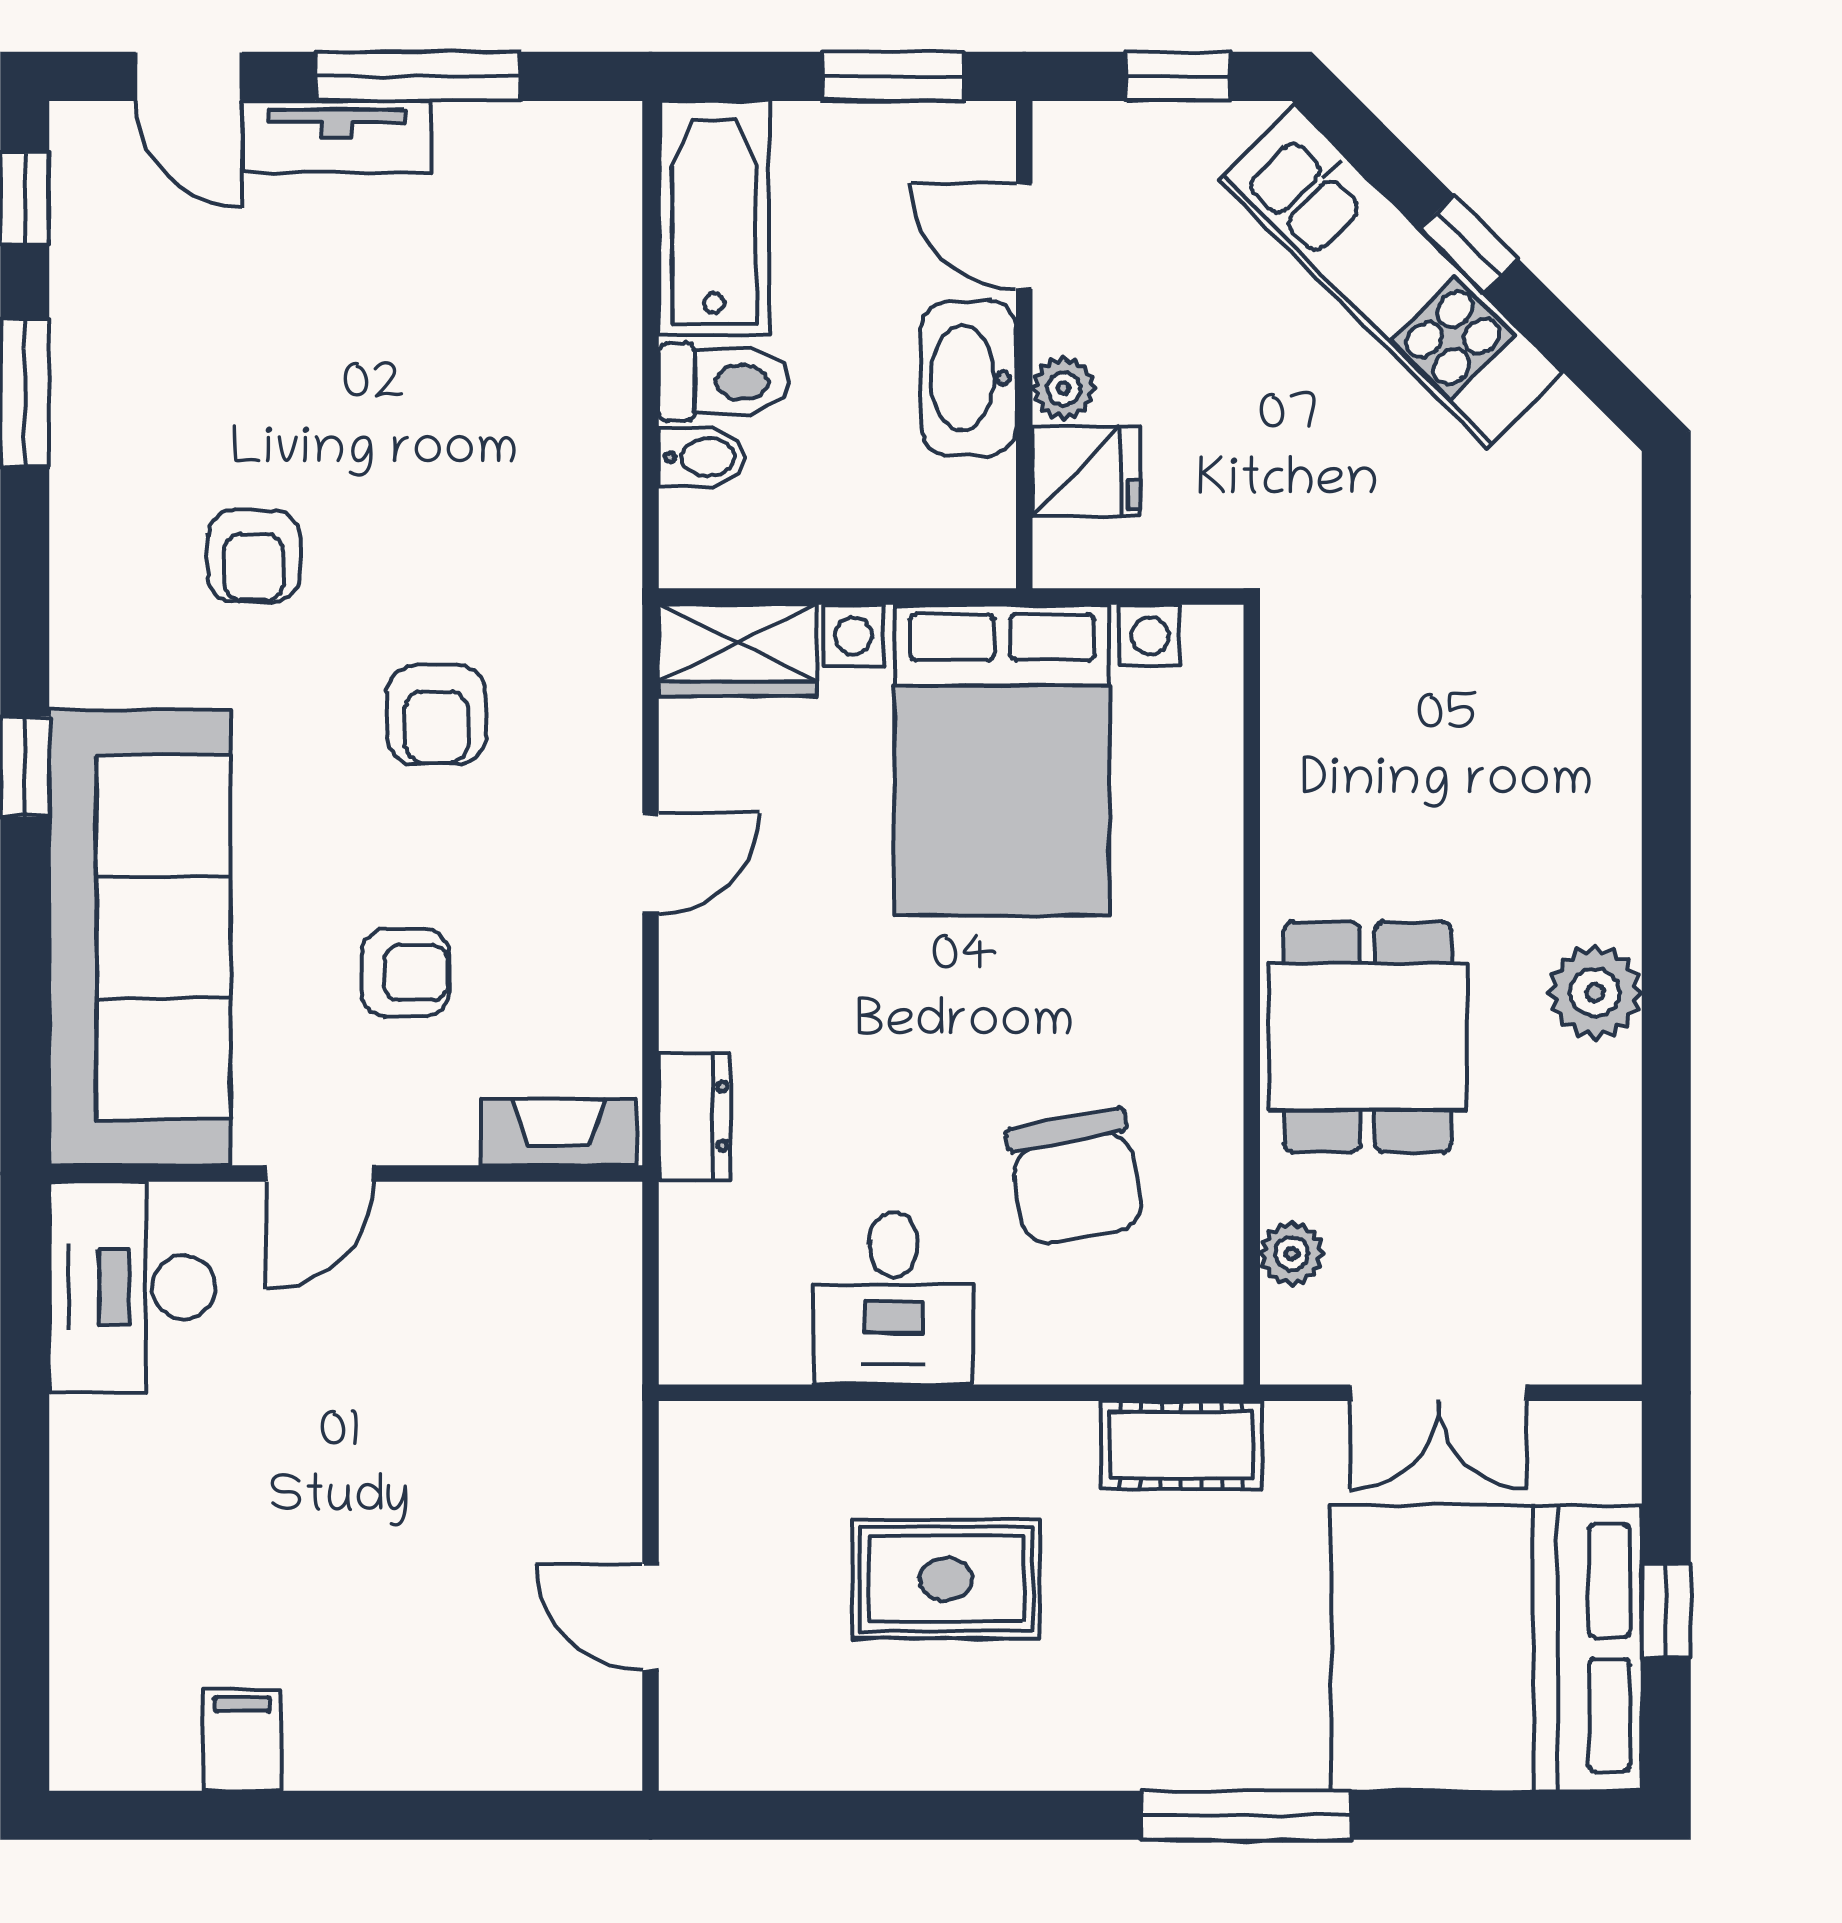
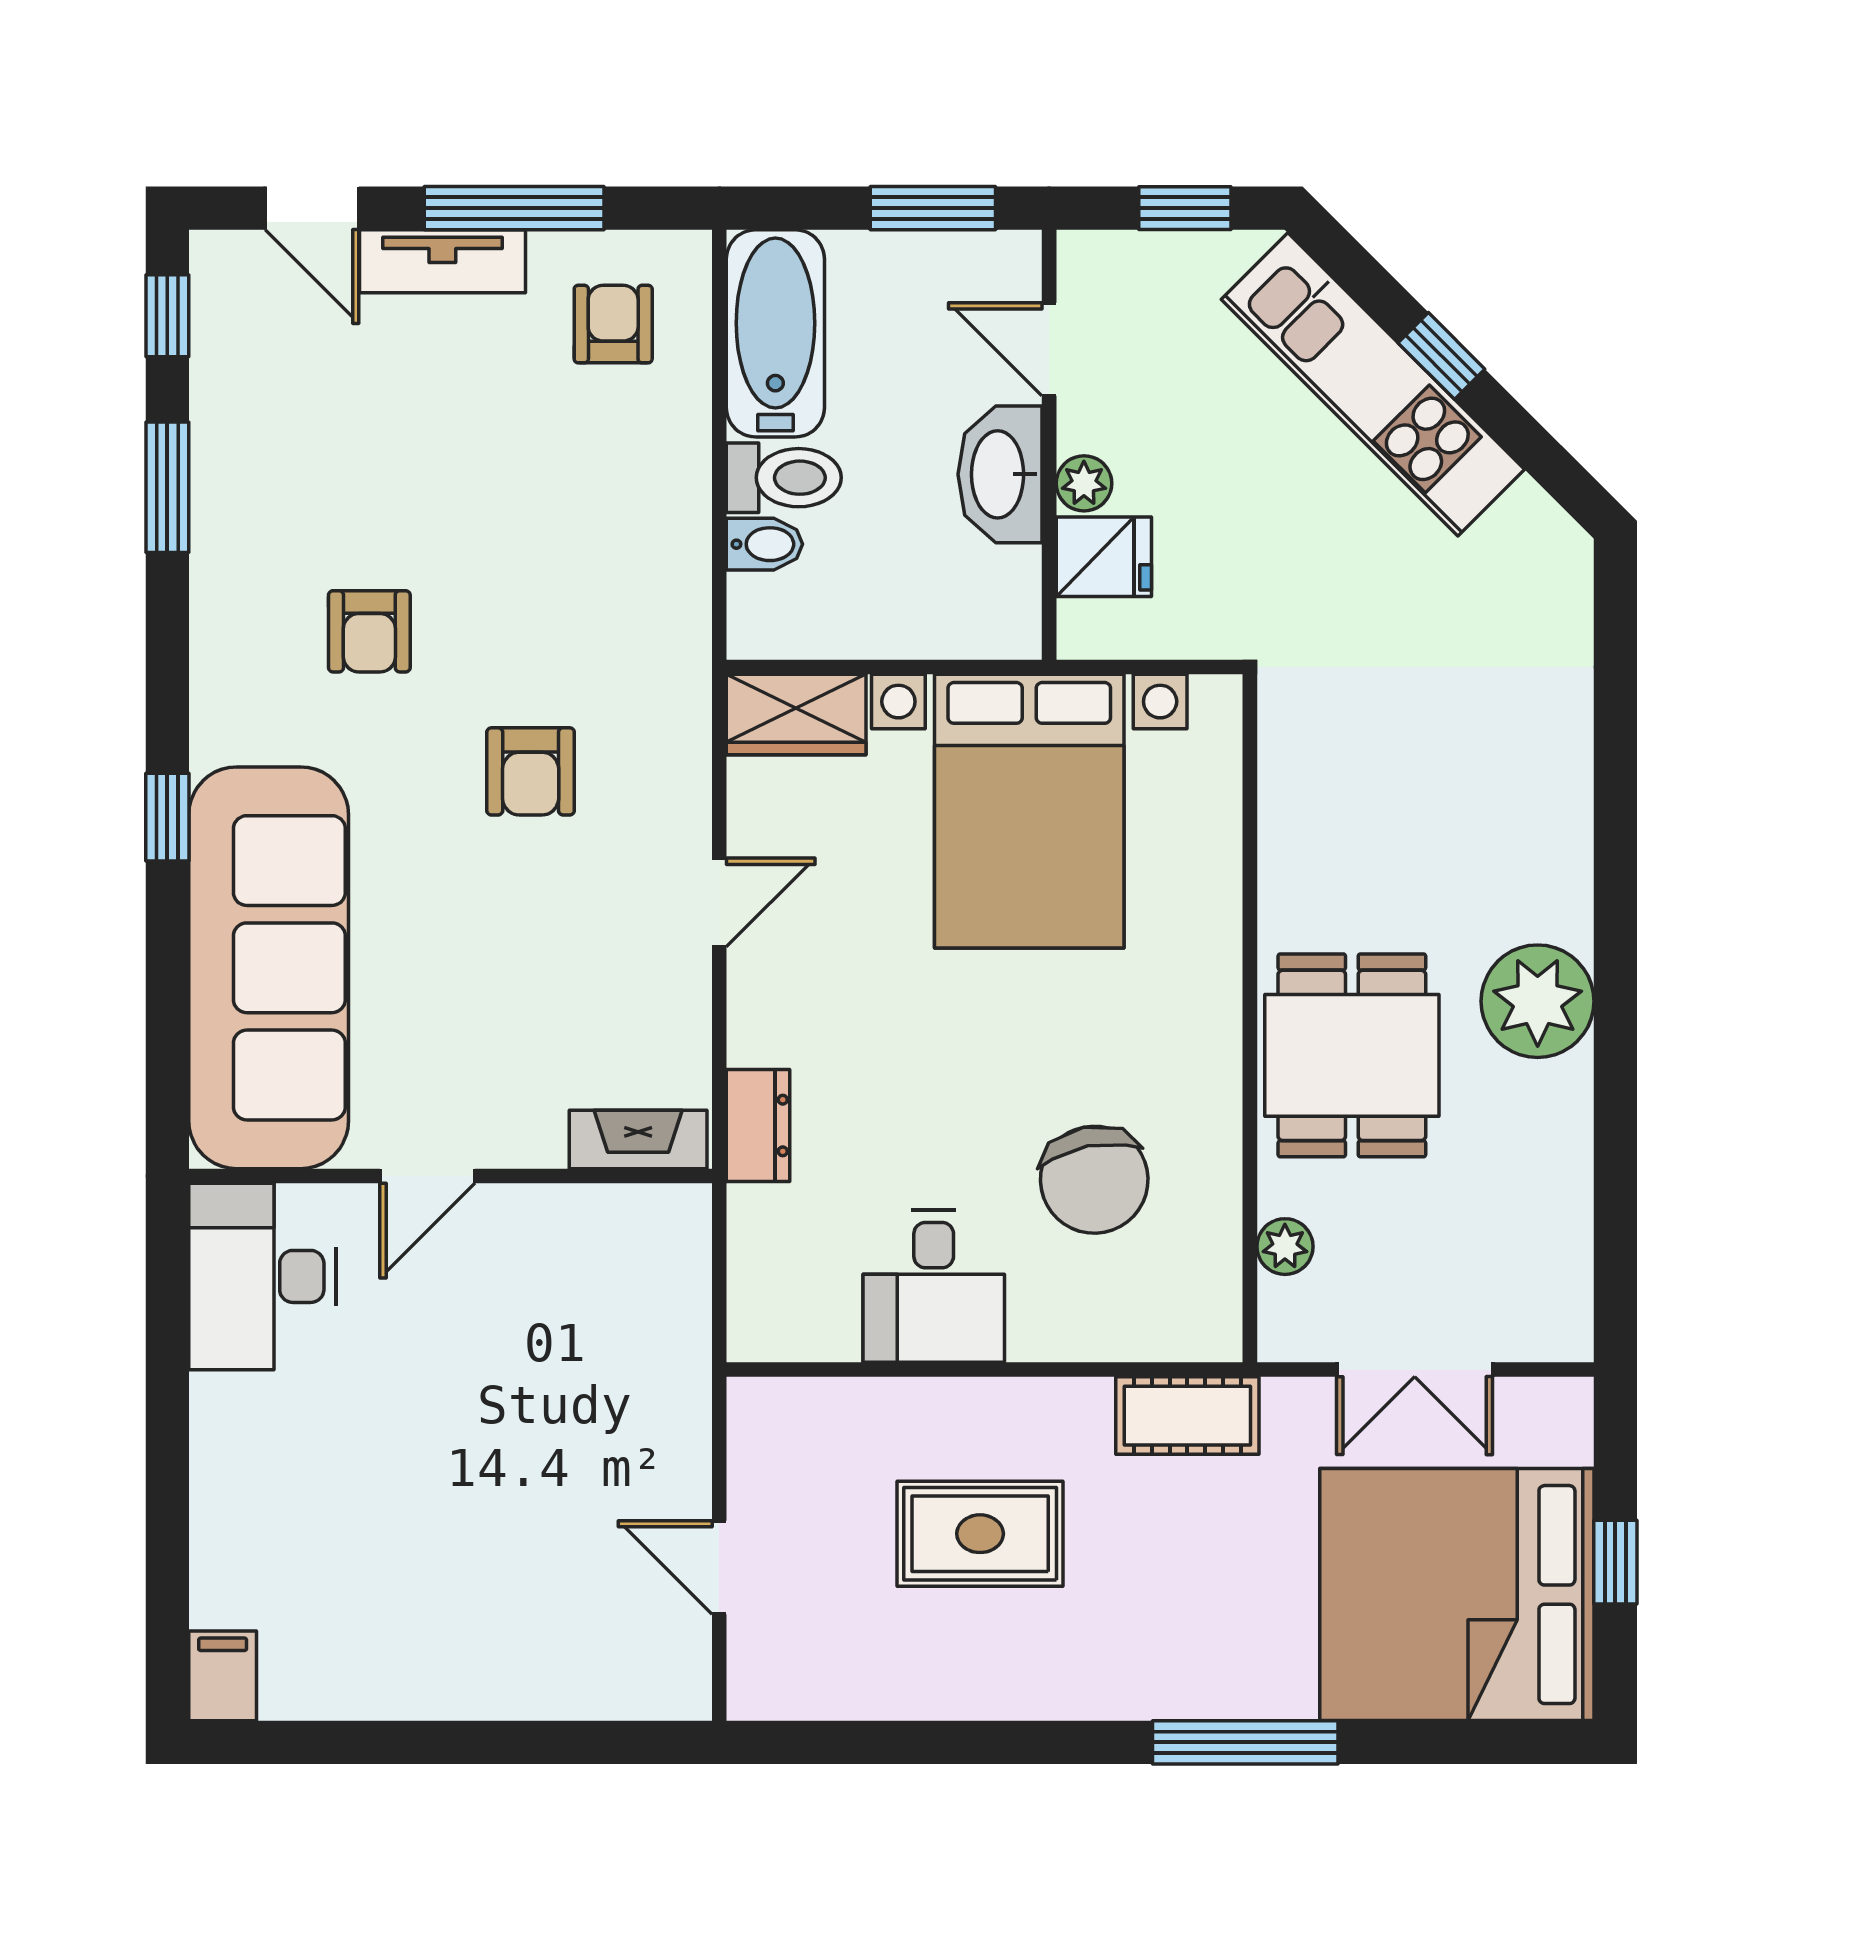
armchair: (405, 973) -> (613, 324), moved, turned -90
plant: (1595, 992) -> (1538, 1001), width x1.36, depth x1.36
filing cabinet: (242, 1740) -> (223, 1676), moved

